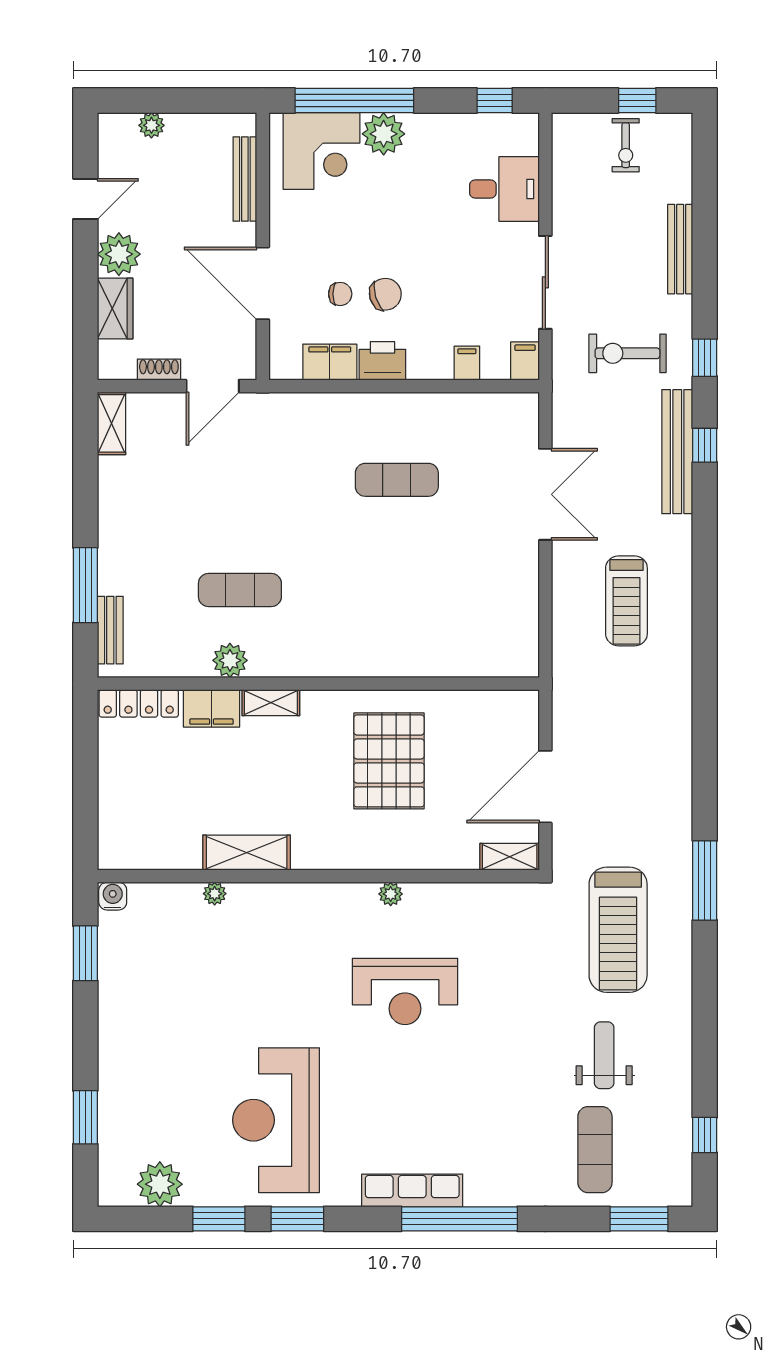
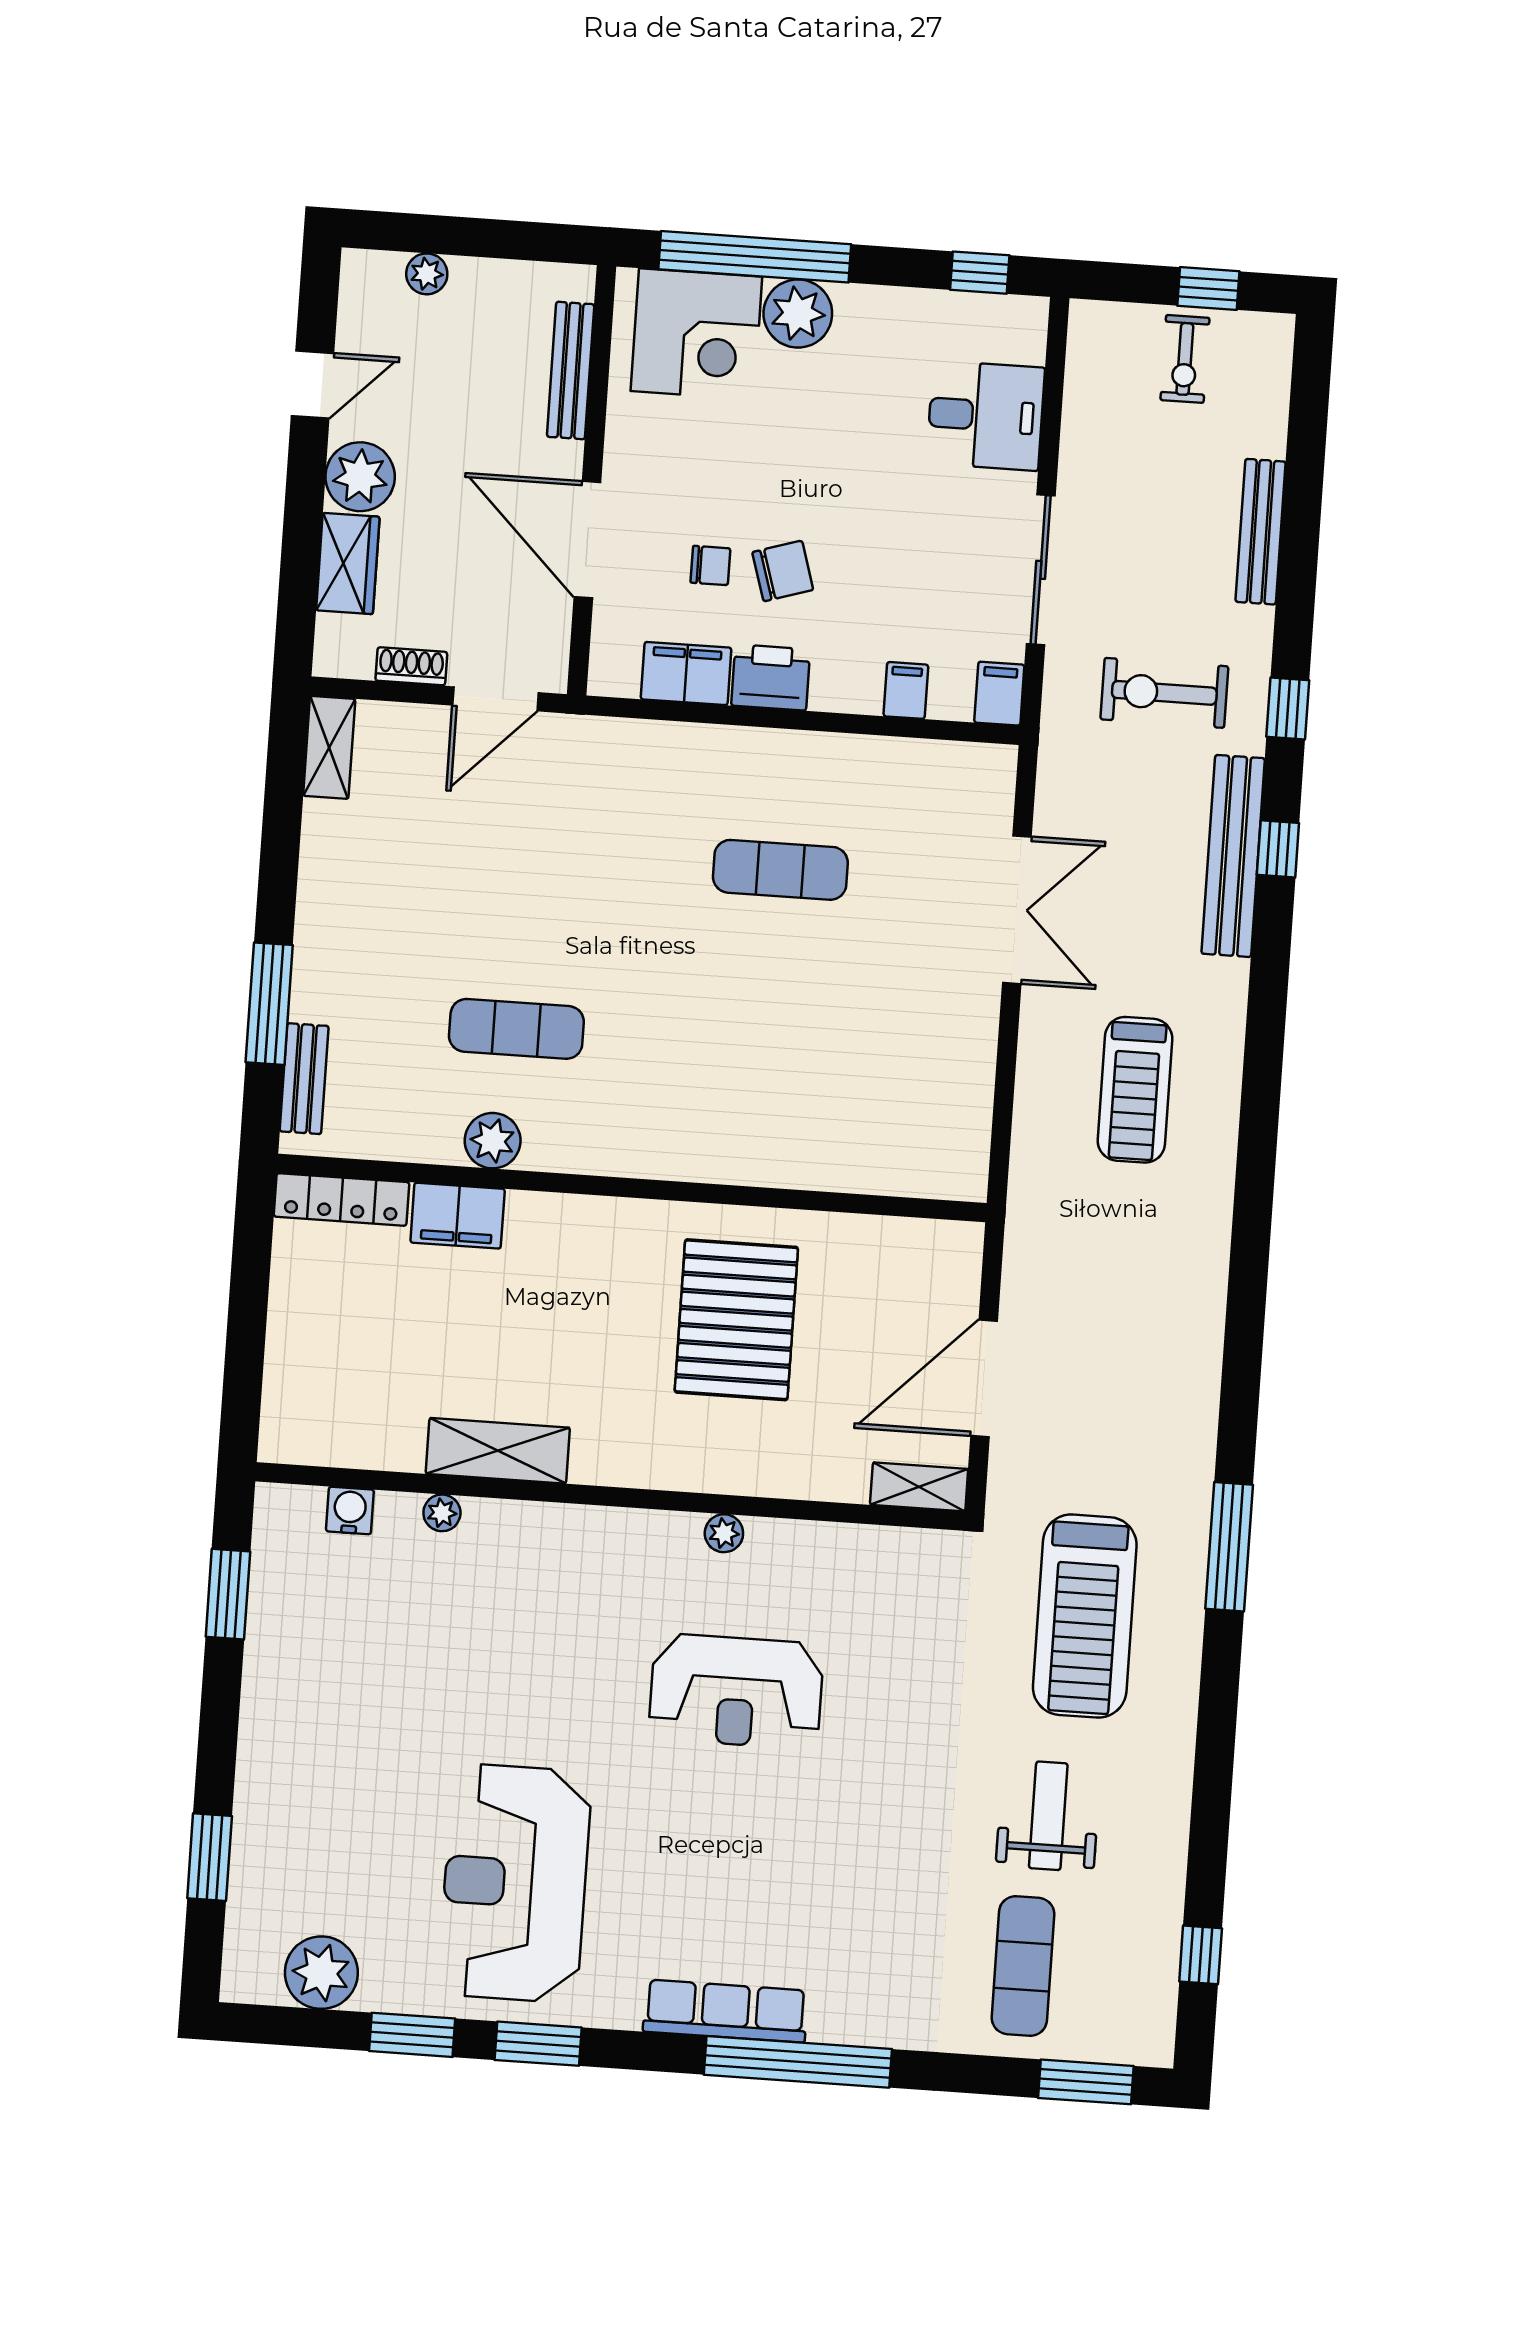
shelving: (271, 703) -> (553, 1213), removed
water cooler: (113, 896) -> (350, 1511), moved

